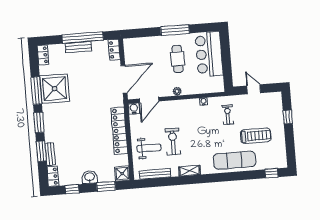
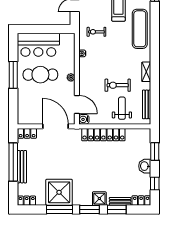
bench: (78, 47) -> (22, 167), width x1.36
cafe table: (178, 59) -> (40, 75), width x1.37, depth x1.35
shower: (122, 174) -> (99, 199), moved

